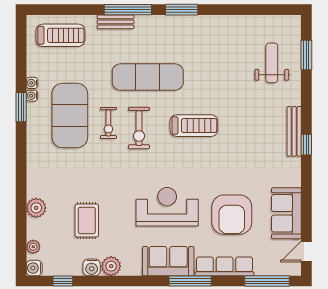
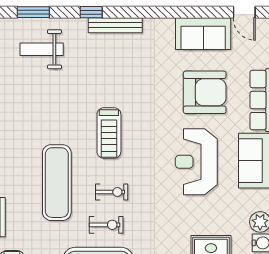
treadmill: (194, 126) -> (109, 133), turned 180
exercise bike: (139, 128) -> (112, 192), width x0.73, depth x0.72
window: (306, 145) -> (91, 12), moved

